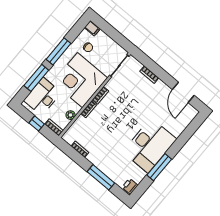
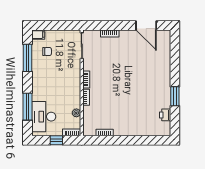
window: (59, 51) -> (28, 58), moved
corner desk: (80, 80) -> (61, 81), removed
desk: (150, 145) -> (154, 86), removed
window: (159, 167) -> (175, 96), width x0.69
window: (101, 177) -> (138, 140), removed
printer: (130, 186) -> (165, 115), moved

